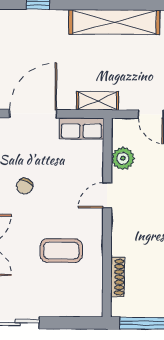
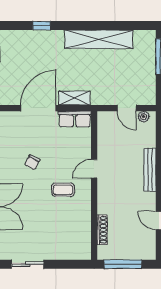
shelving: (97, 101) -> (74, 98), moved
plant: (123, 158) -> (106, 141), removed
coffee table: (61, 250) -> (63, 190), moved, width x0.73, depth x0.77

